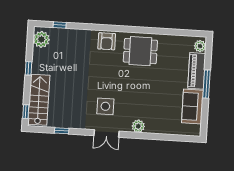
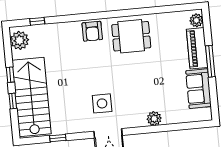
stairs: (39, 100) -> (32, 97), width x1.36, depth x1.51
window: (26, 112) -> (13, 101), moved
plant: (138, 126) -> (154, 119), moved

